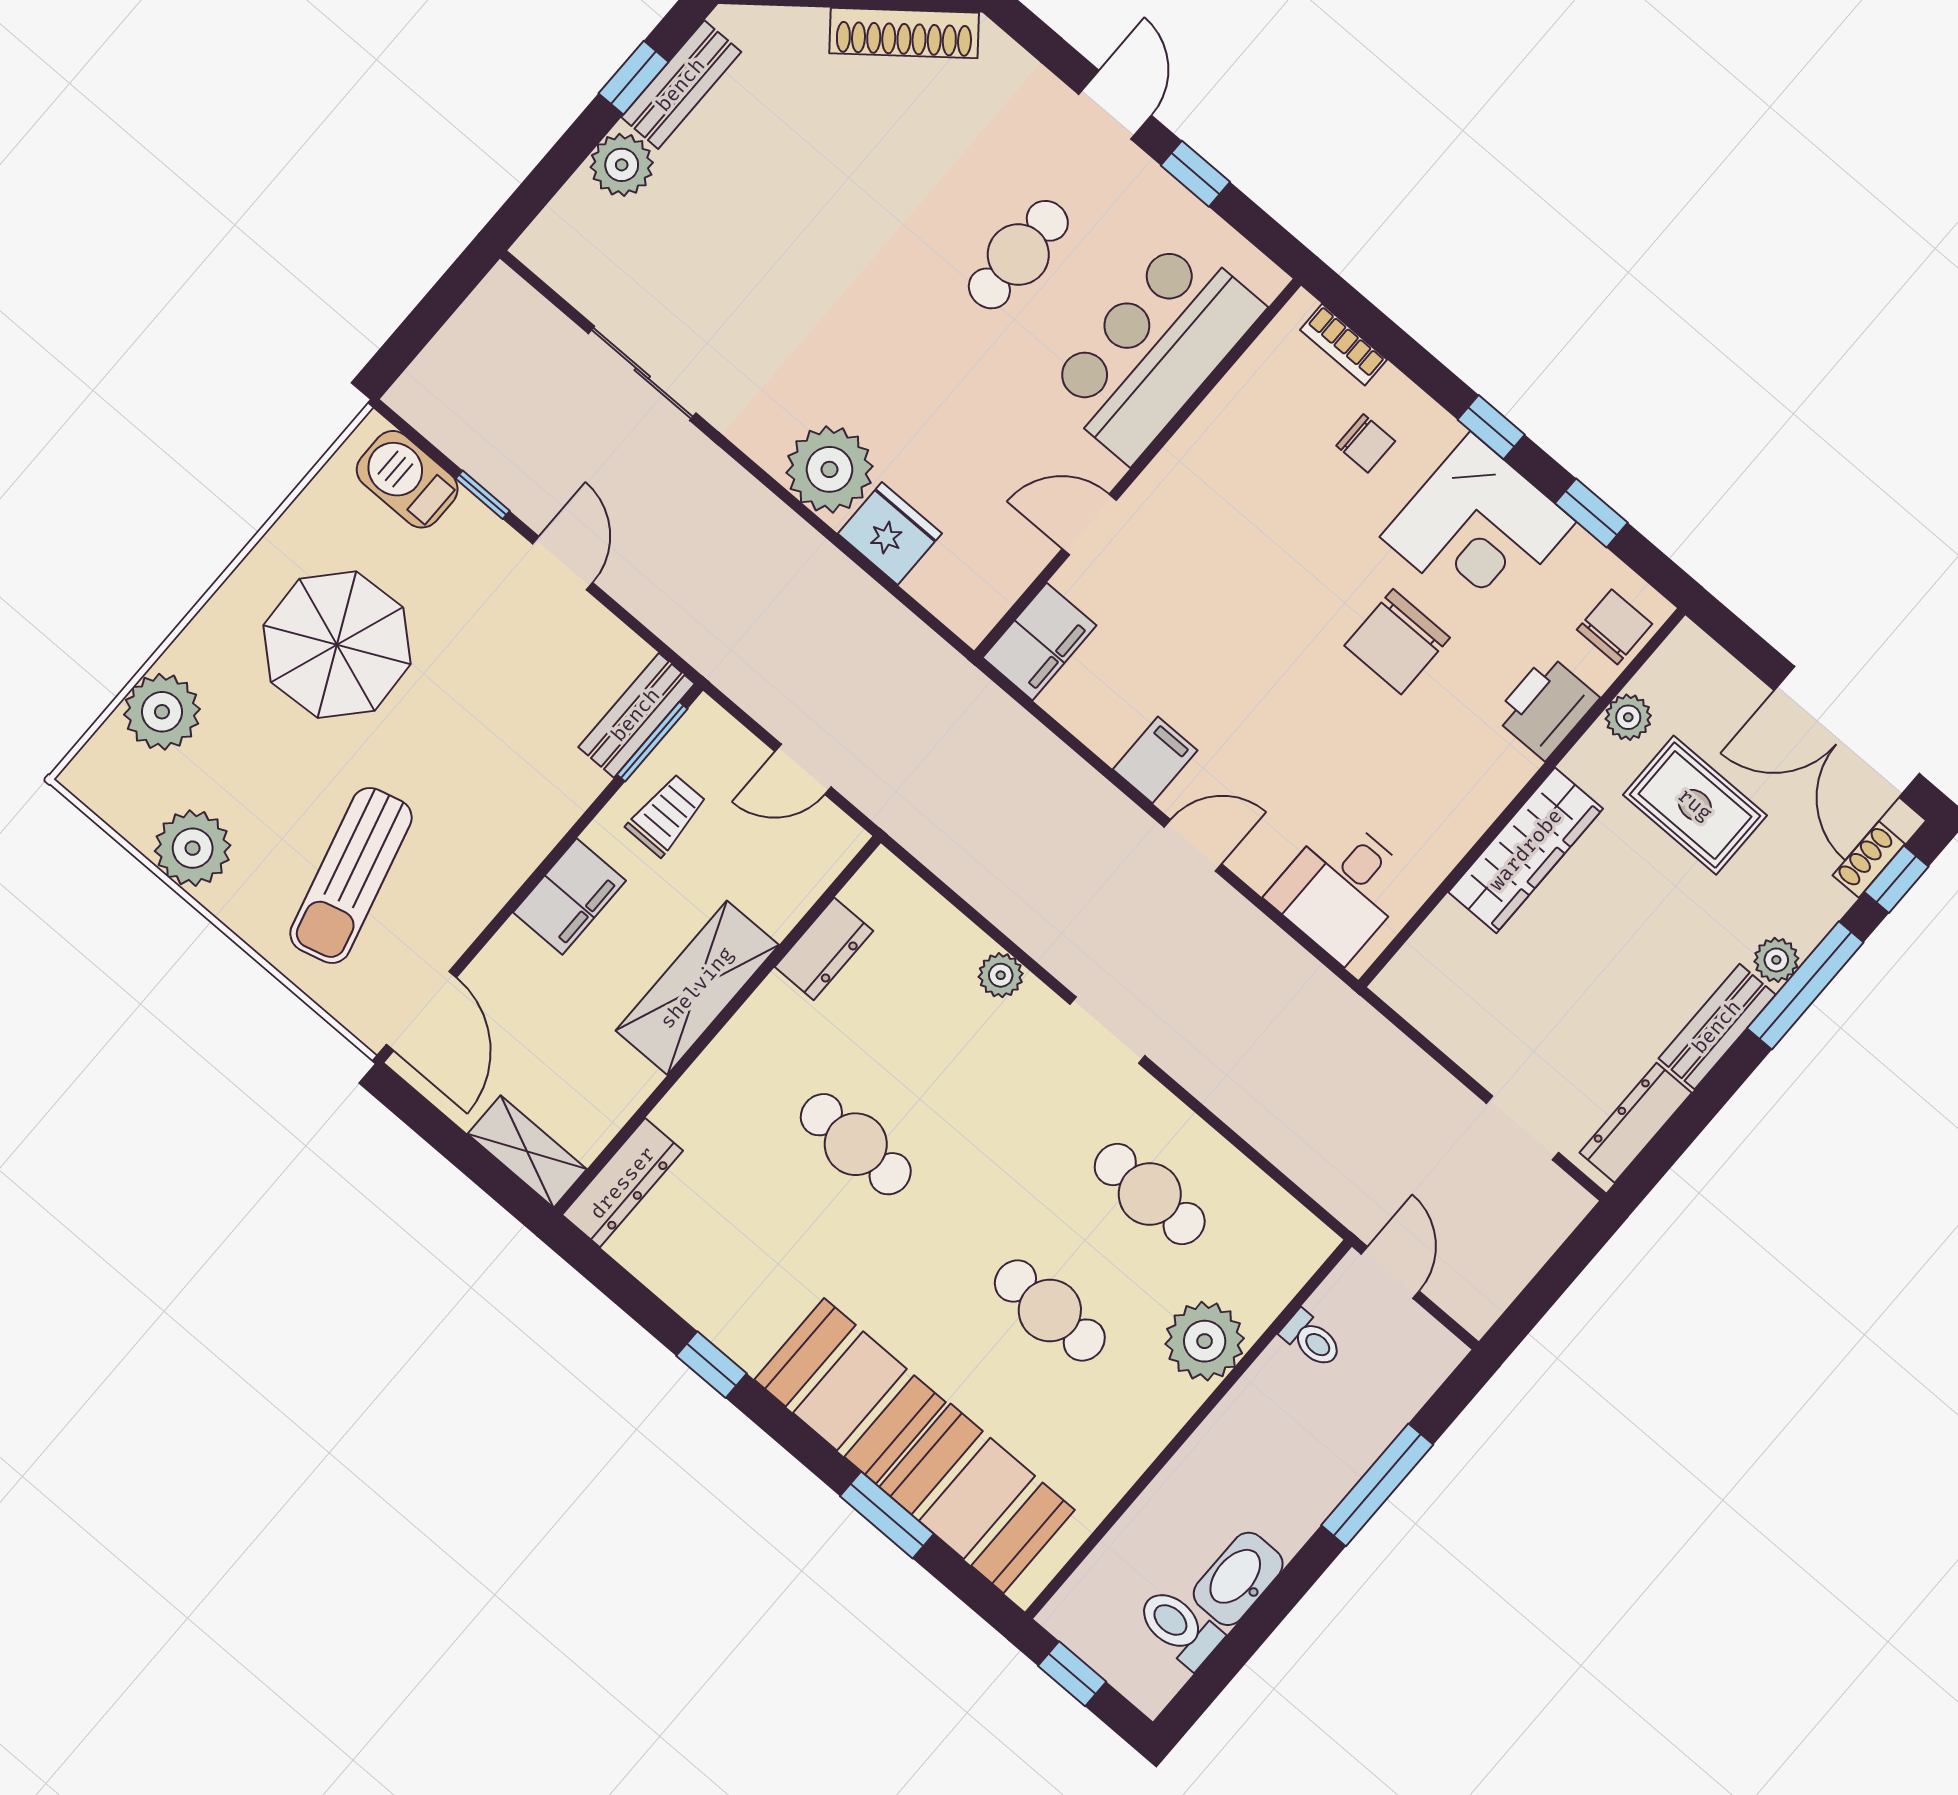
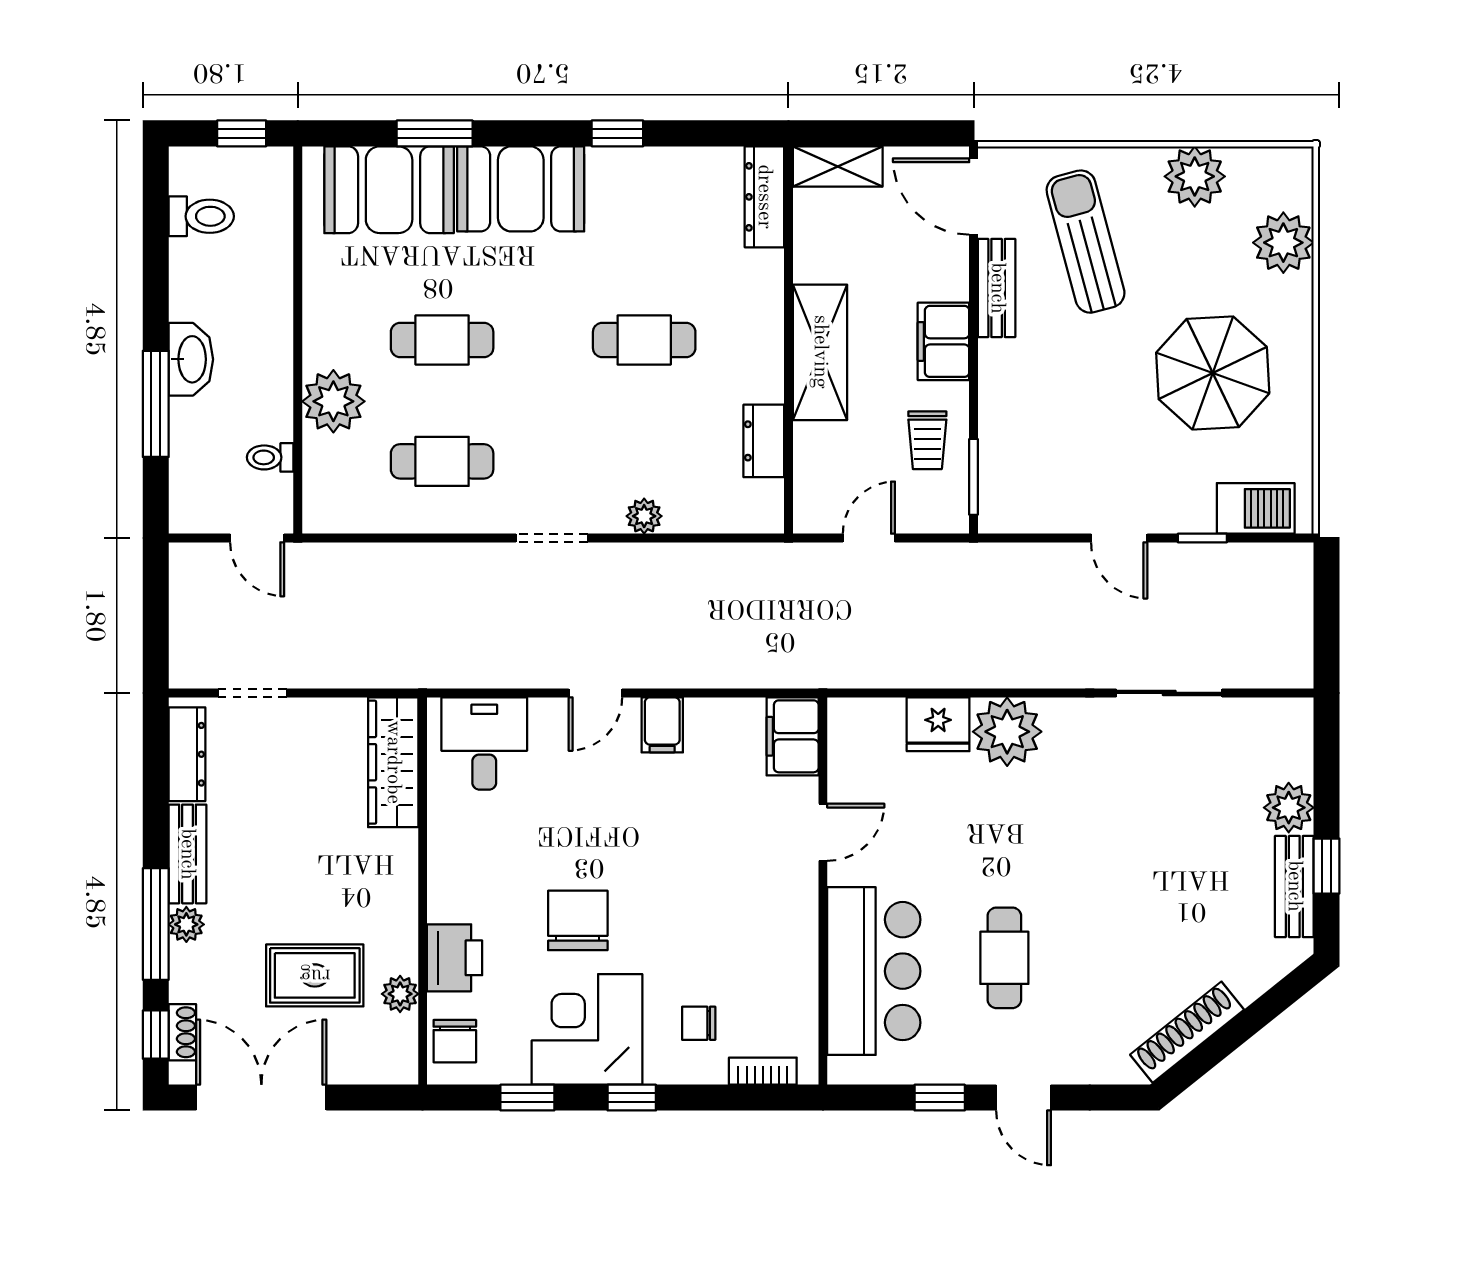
bench: (636, 715) -> (997, 288), moved
wardrobe: (1526, 850) -> (393, 762), moved
washbasin: (1238, 1579) -> (191, 359), moved

